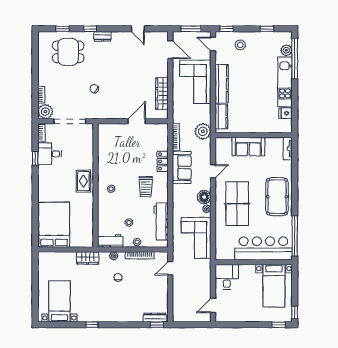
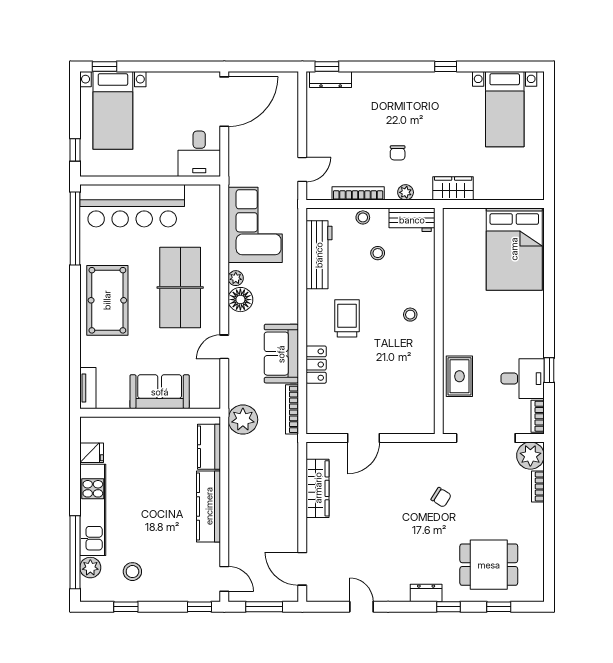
stool: (240, 45) -> (132, 572), moved
corner sofa: (195, 82) -> (257, 510), removed
rug: (83, 181) -> (459, 376), moved
bed with nightstands: (274, 286) -> (113, 110), moved, turned 180
door: (213, 305) -> (224, 102), width x1.87
window: (295, 312) -> (75, 150), moved

